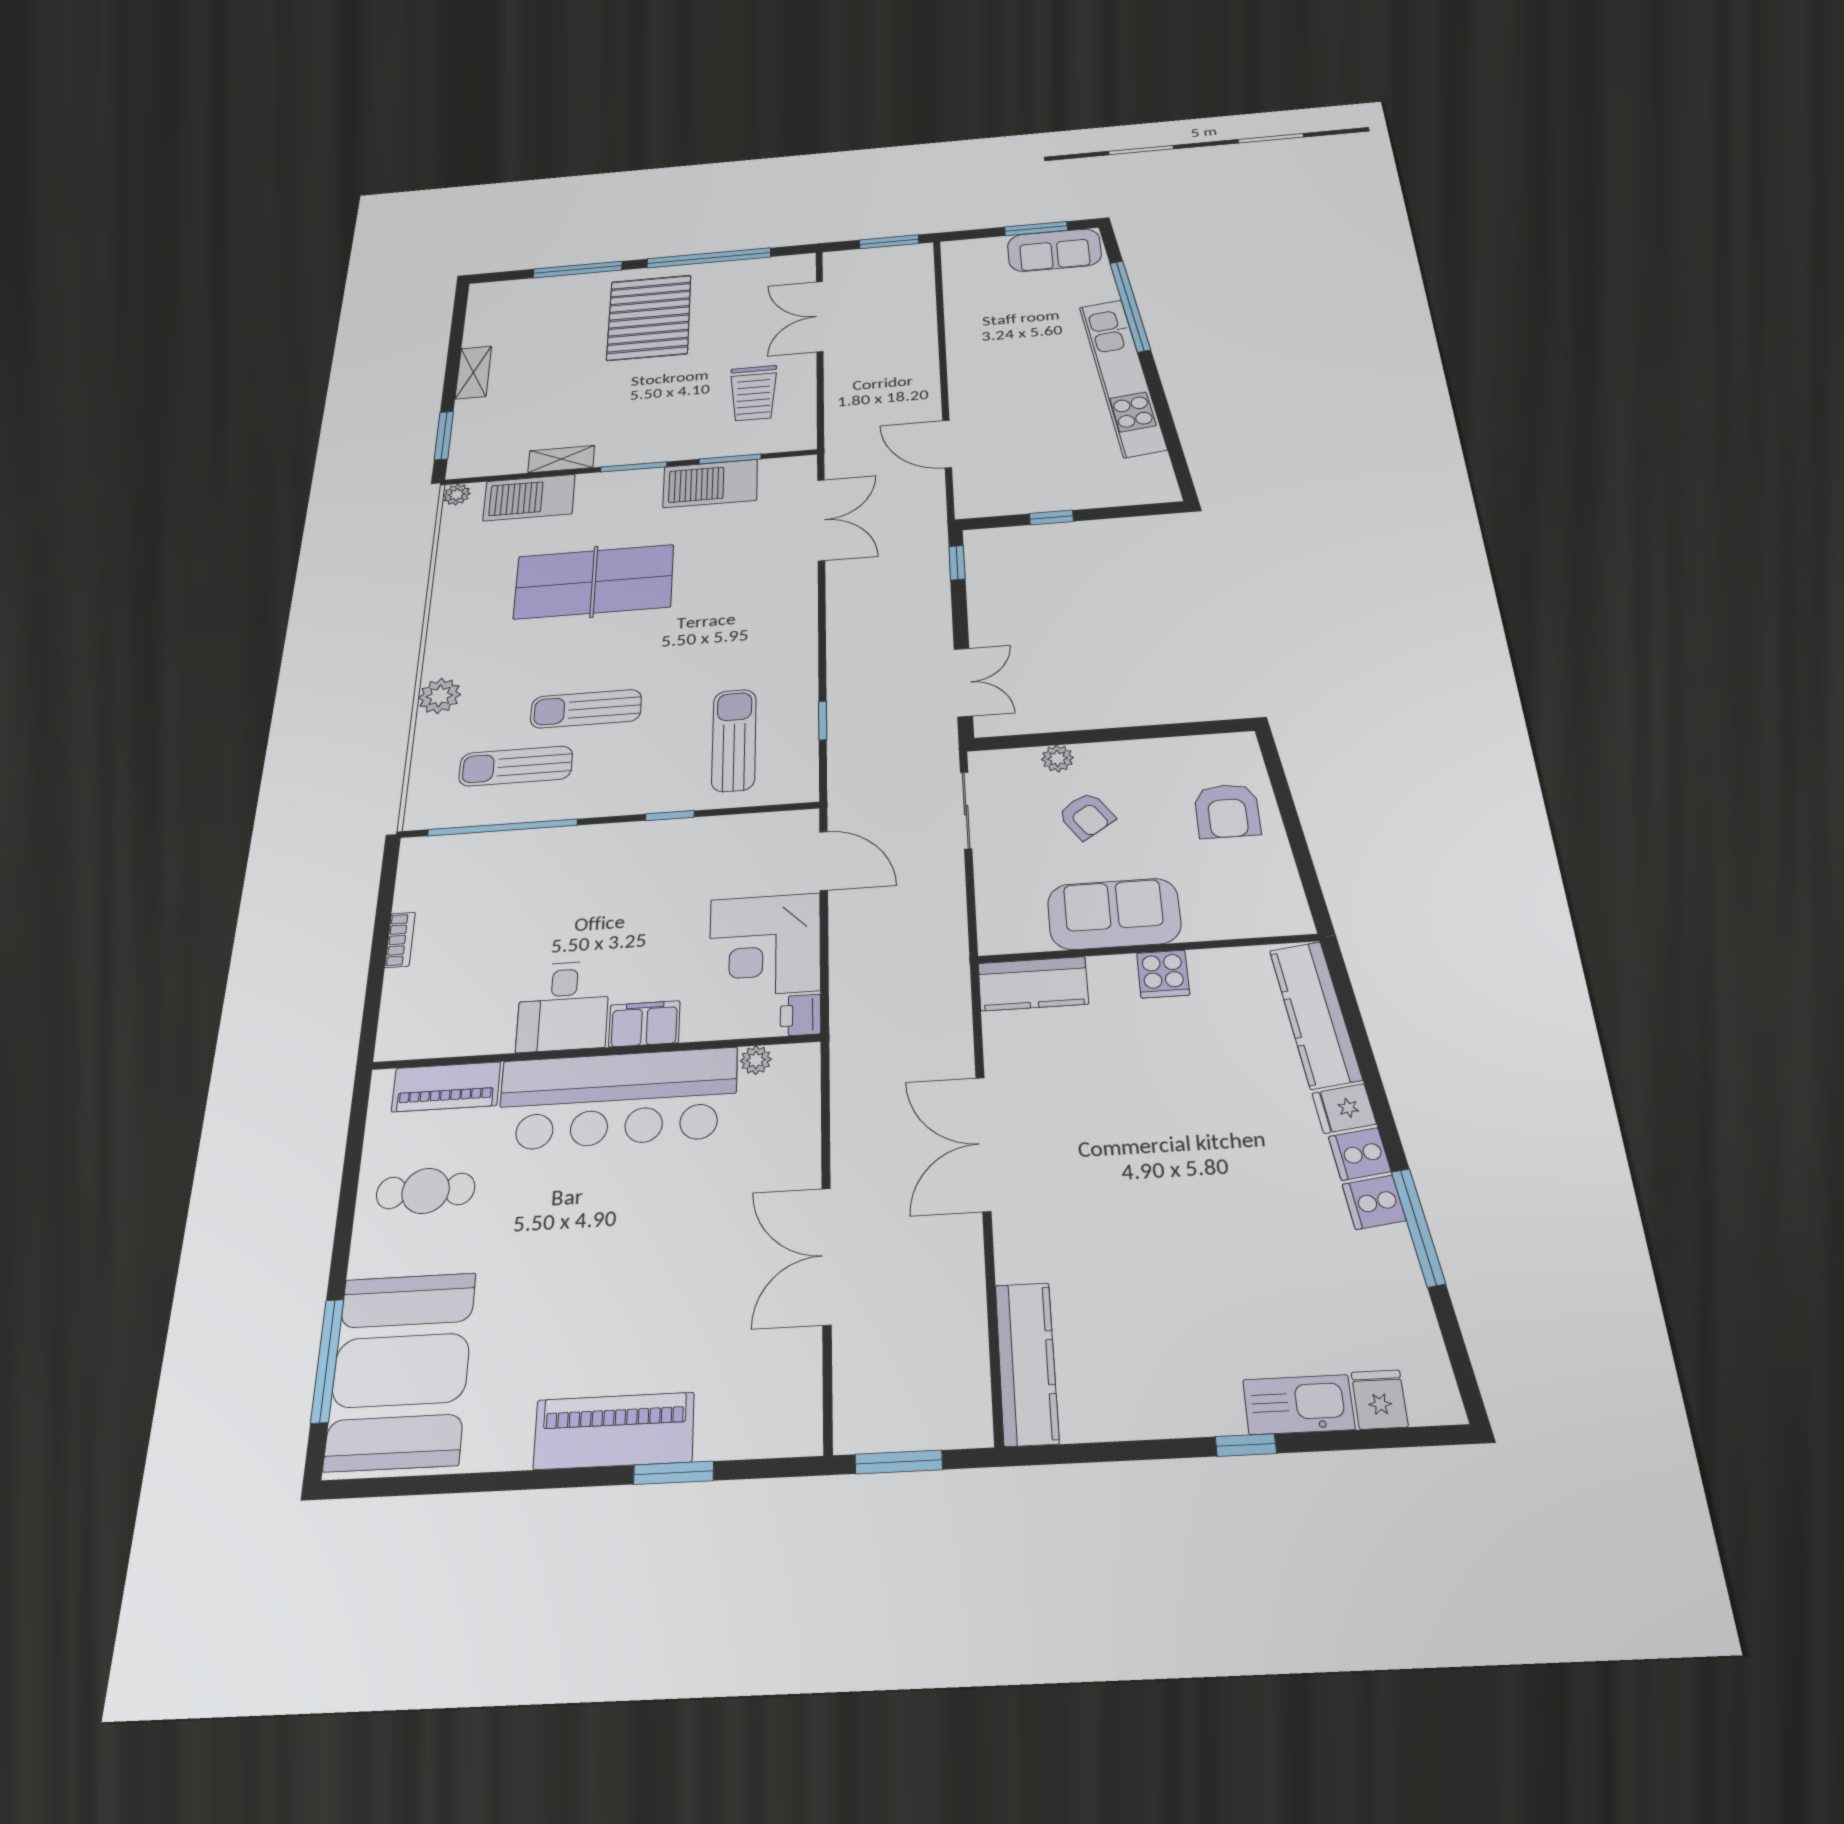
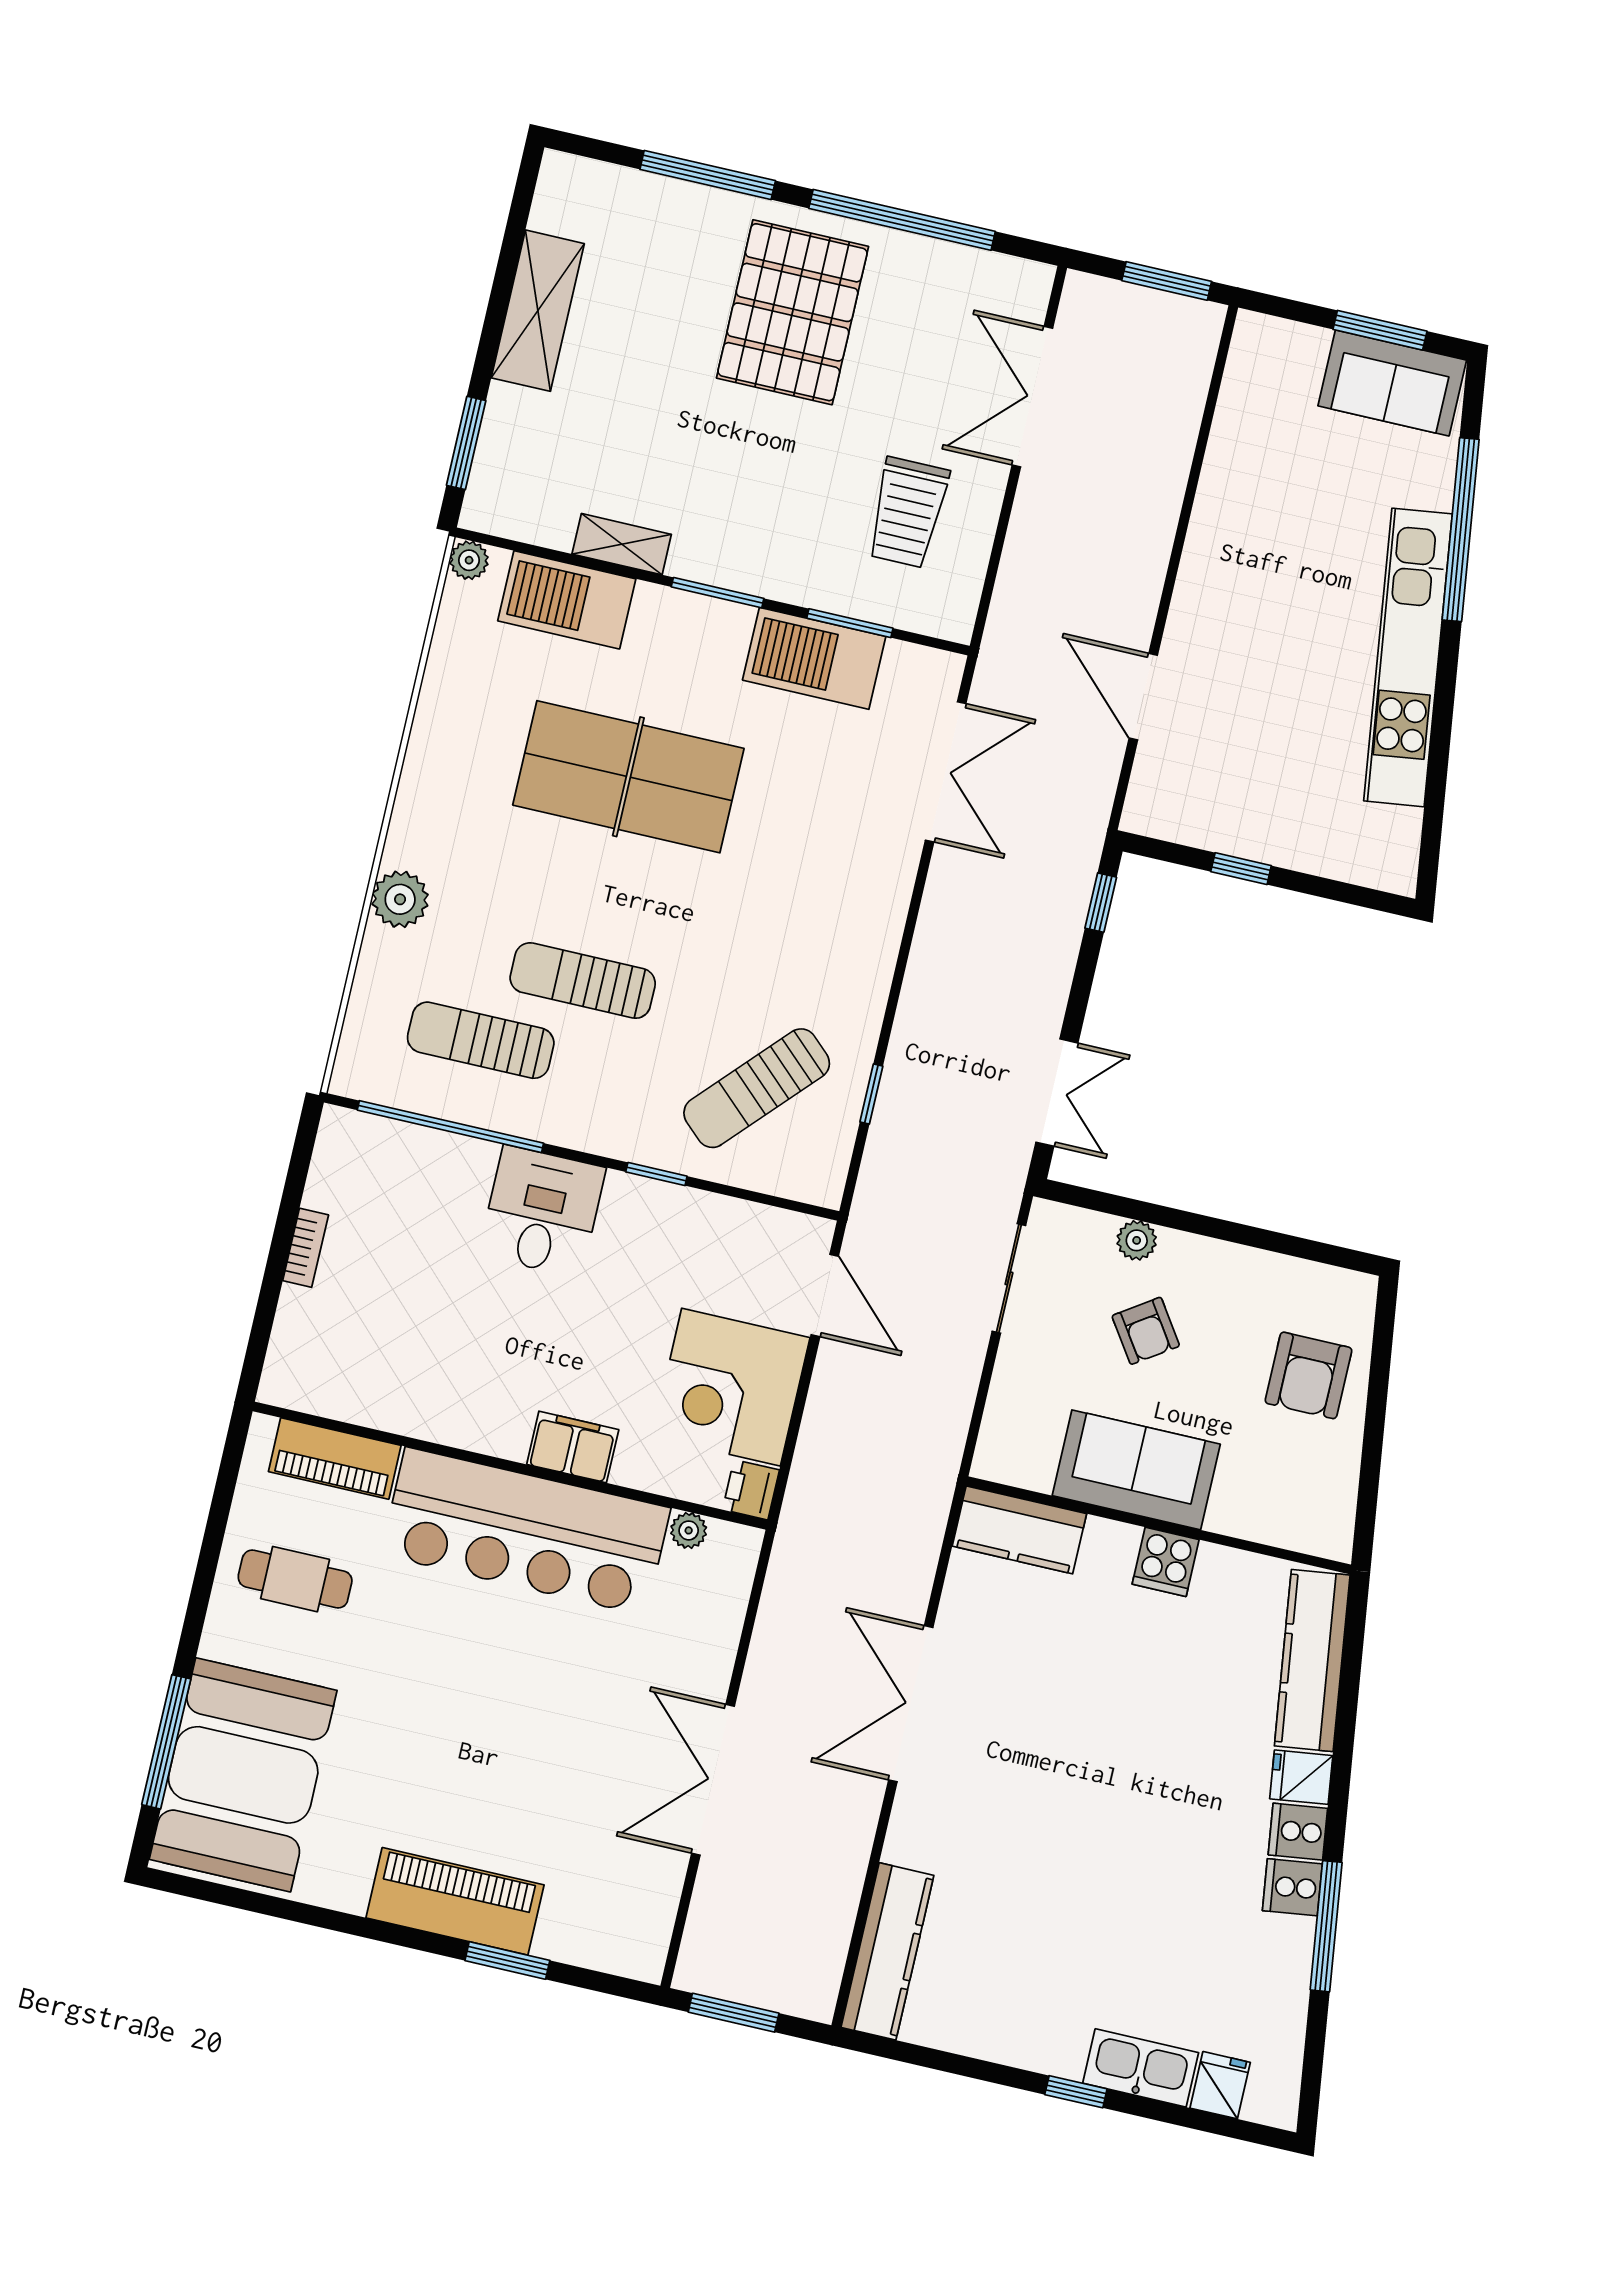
shelving: (473, 372) -> (538, 311), width x1.50, depth x1.33
sun lounger: (734, 740) -> (757, 1088), turned -137
desk: (563, 1006) -> (542, 1211), moved, turned 180

